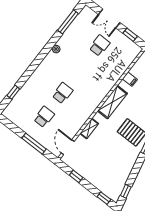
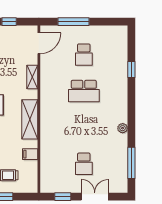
window: (13, 92) -> (131, 70), moved
school desk: (63, 93) -> (84, 91), width x1.85
door: (68, 147) -> (39, 43), hinge flipped

